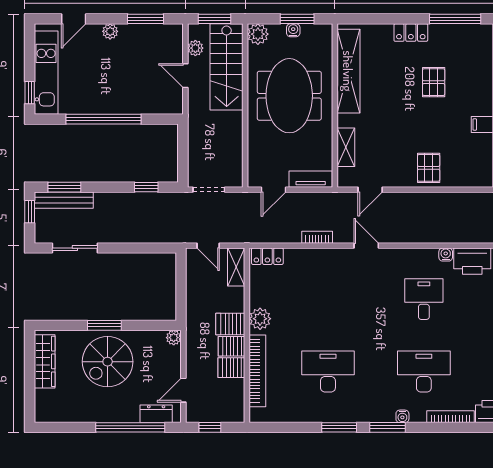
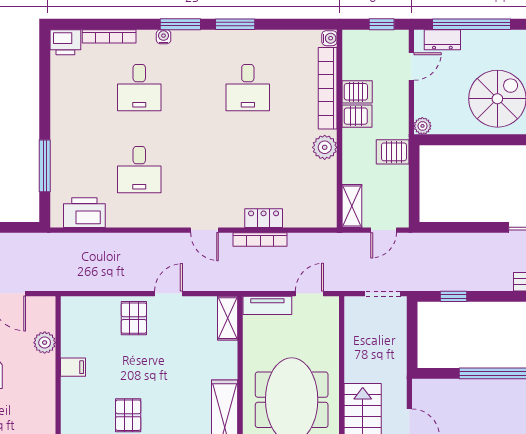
shelving: (346, 147) -> (228, 318), moved
door: (370, 190) -> (169, 294), moved
bookcase: (317, 237) -> (260, 240), width x1.56
door: (208, 246) -> (384, 230), swing flipped
water cooler: (446, 255) -> (329, 38), moved, turned -90
locker: (267, 256) -> (264, 218), moved
server rack: (230, 324) -> (393, 152), moved, turned 180
window: (104, 325) -> (501, 140), removed
desk: (328, 372) -> (248, 88), width x0.73
desk: (424, 372) -> (139, 88), width x0.73

